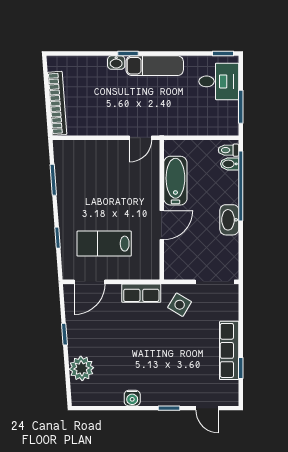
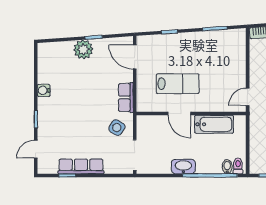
door: (141, 138) -> (248, 97), hinge flipped
lab bench: (104, 244) -> (178, 84), moved, turned 90
plant: (82, 368) -> (83, 49), moved

